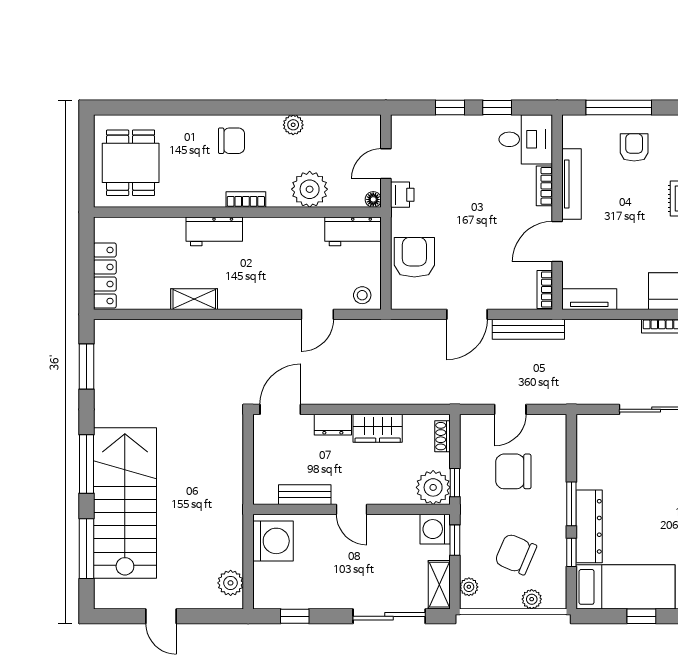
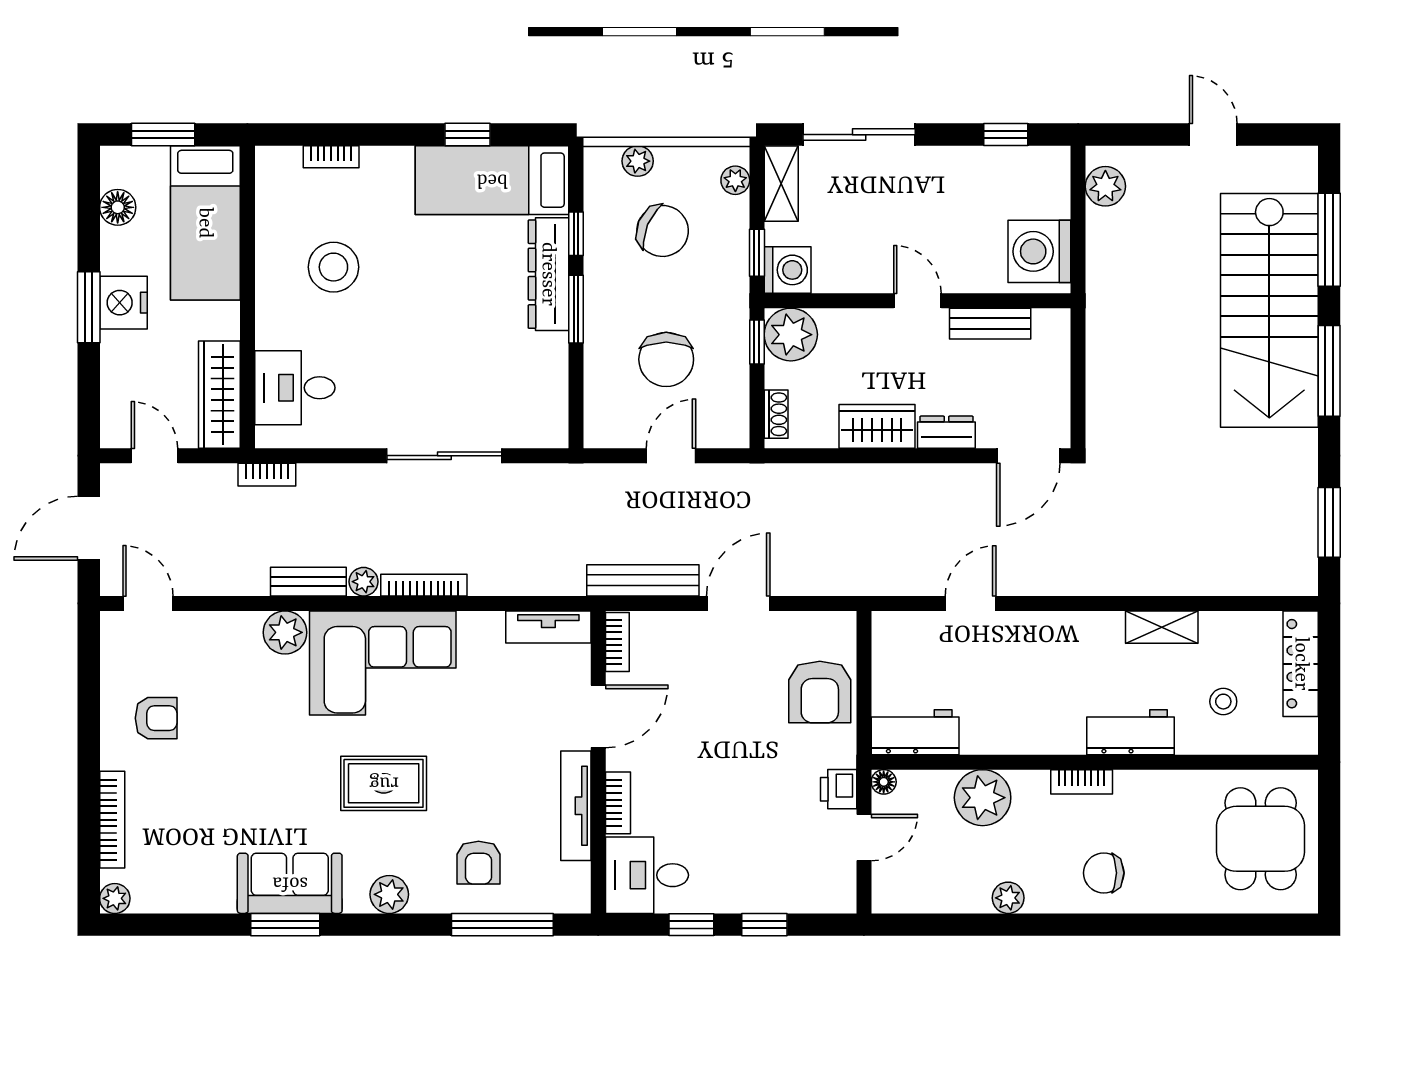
stool: (362, 295) -> (1223, 702), moved
chair: (513, 471) -> (666, 359), turned 90

